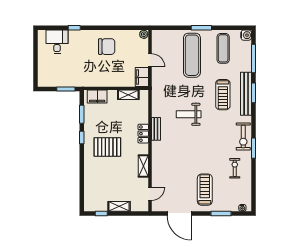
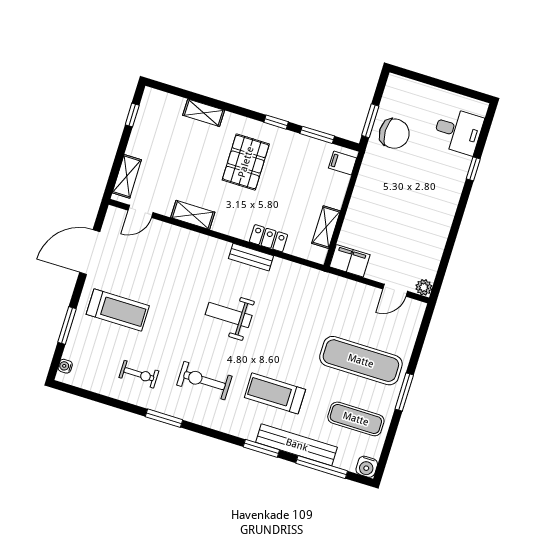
chair: (107, 47) -> (394, 134), moved, turned -90
door: (150, 60) -> (395, 290), moved
bench: (246, 94) -> (297, 445), moved
filing cabinet: (97, 96) -> (343, 163), width x0.50
weight bench: (189, 114) -> (229, 315), moved, turned -90
locker: (143, 134) -> (269, 238), moved
exercise bike: (243, 136) -> (204, 381), moved
shelving: (89, 177) -> (204, 113), added
door: (150, 194) -> (141, 211), hinge flipped
shelving: (119, 206) -> (127, 176), moved

